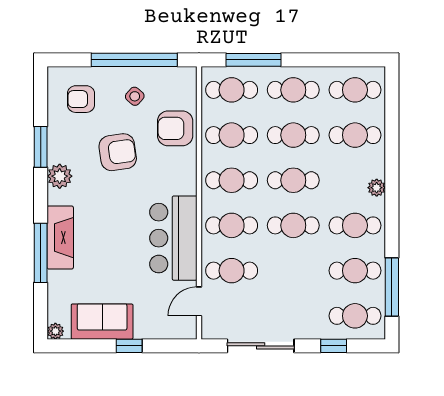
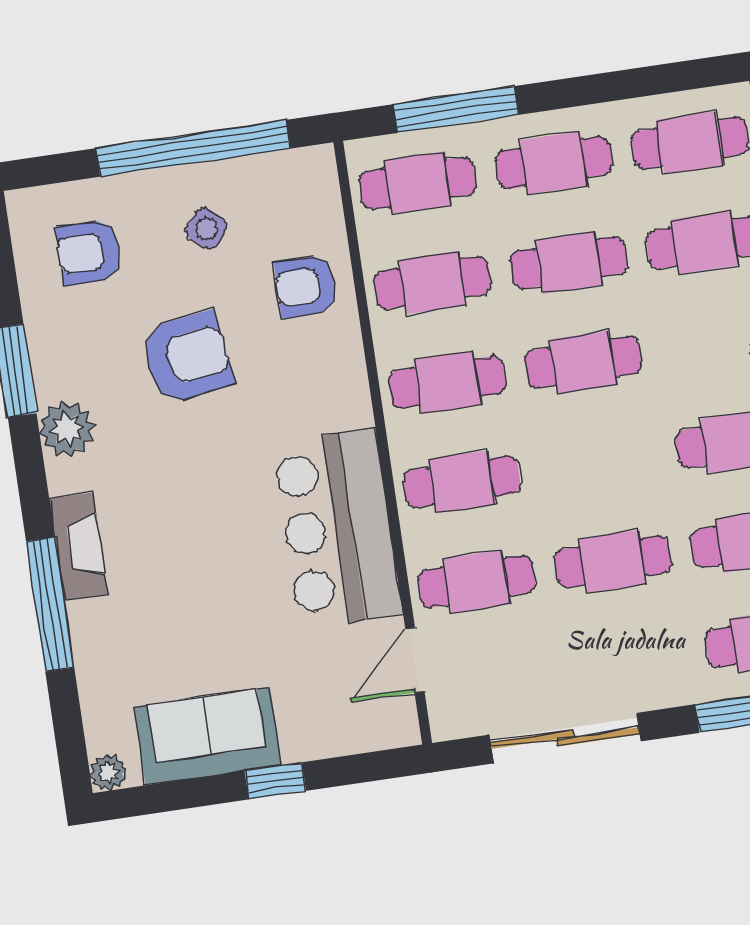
armchair: (175, 128) -> (306, 286), width x0.72, depth x0.72
cafe table: (293, 225) -> (613, 561), moved
fireplace: (60, 238) -> (78, 547), width x0.73, depth x0.76

